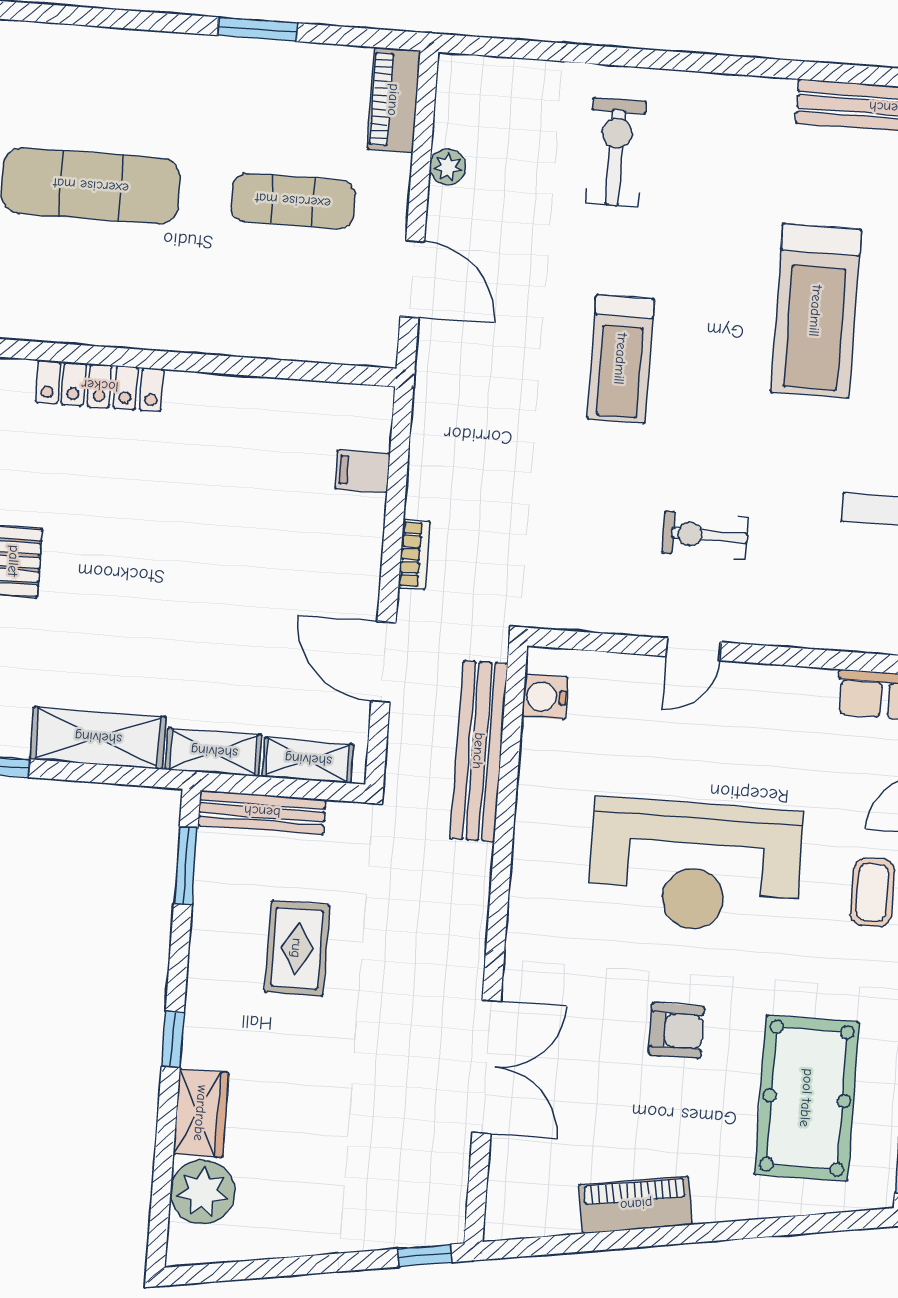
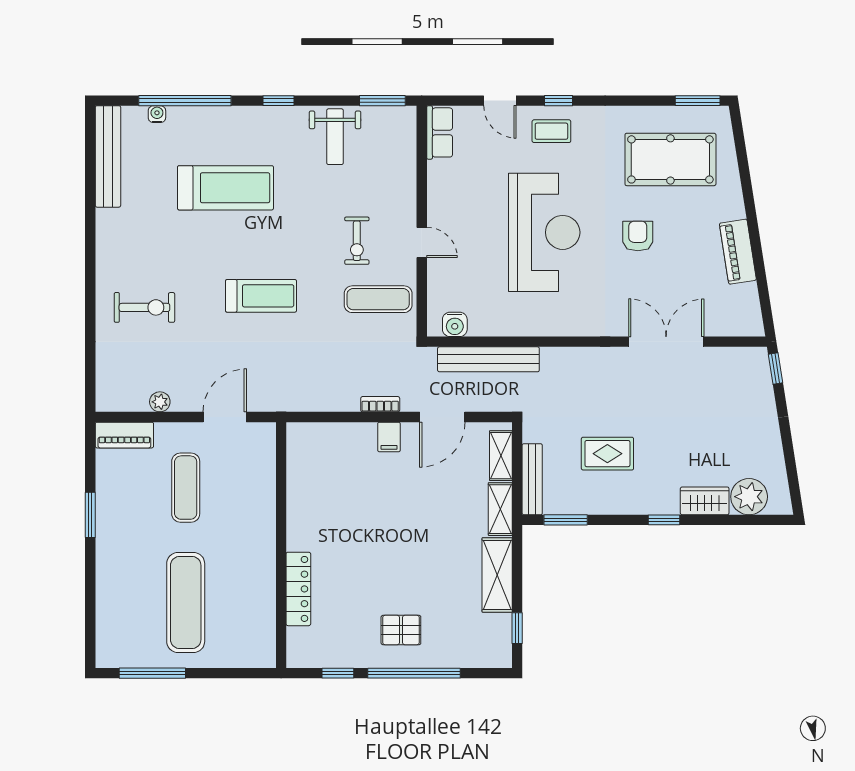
exercise bike: (616, 152) -> (144, 307), turned 180
filing cabinet: (362, 471) -> (389, 437), moved
exercise mat: (599, 565) -> (378, 299), added

